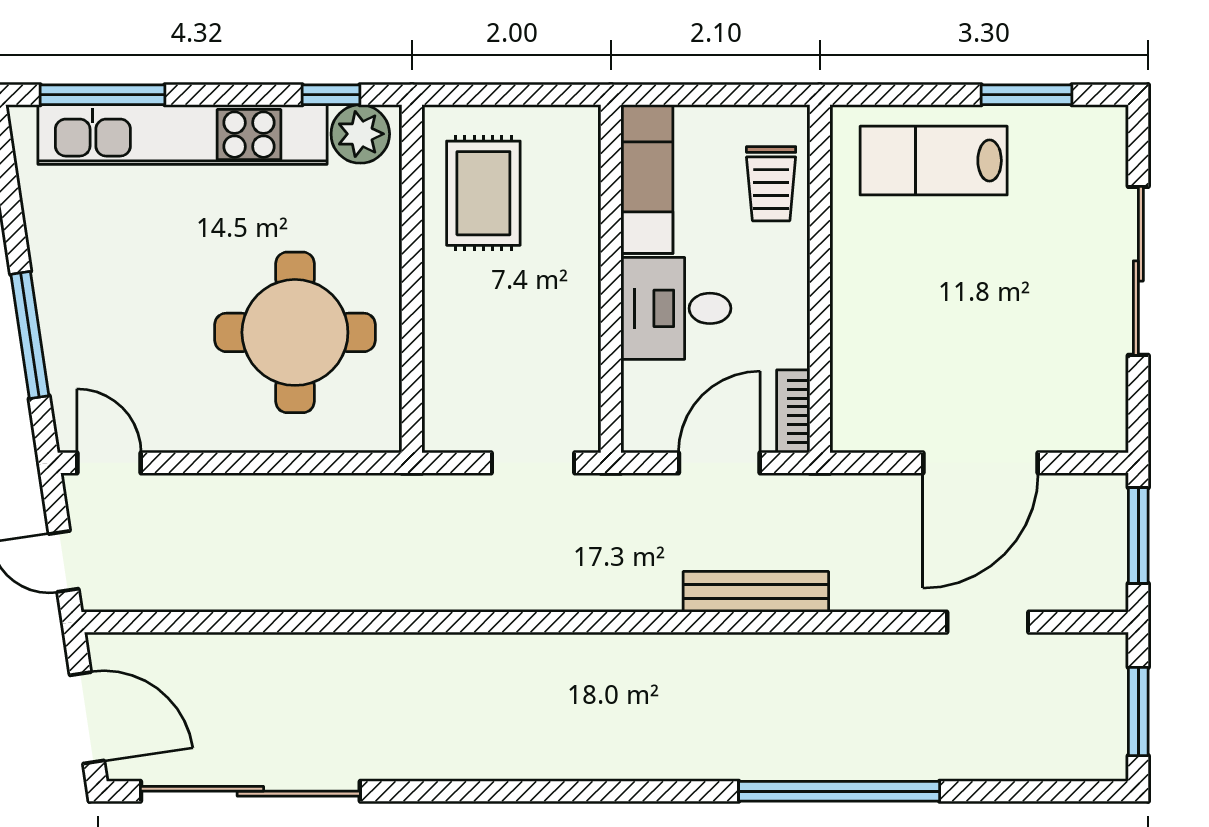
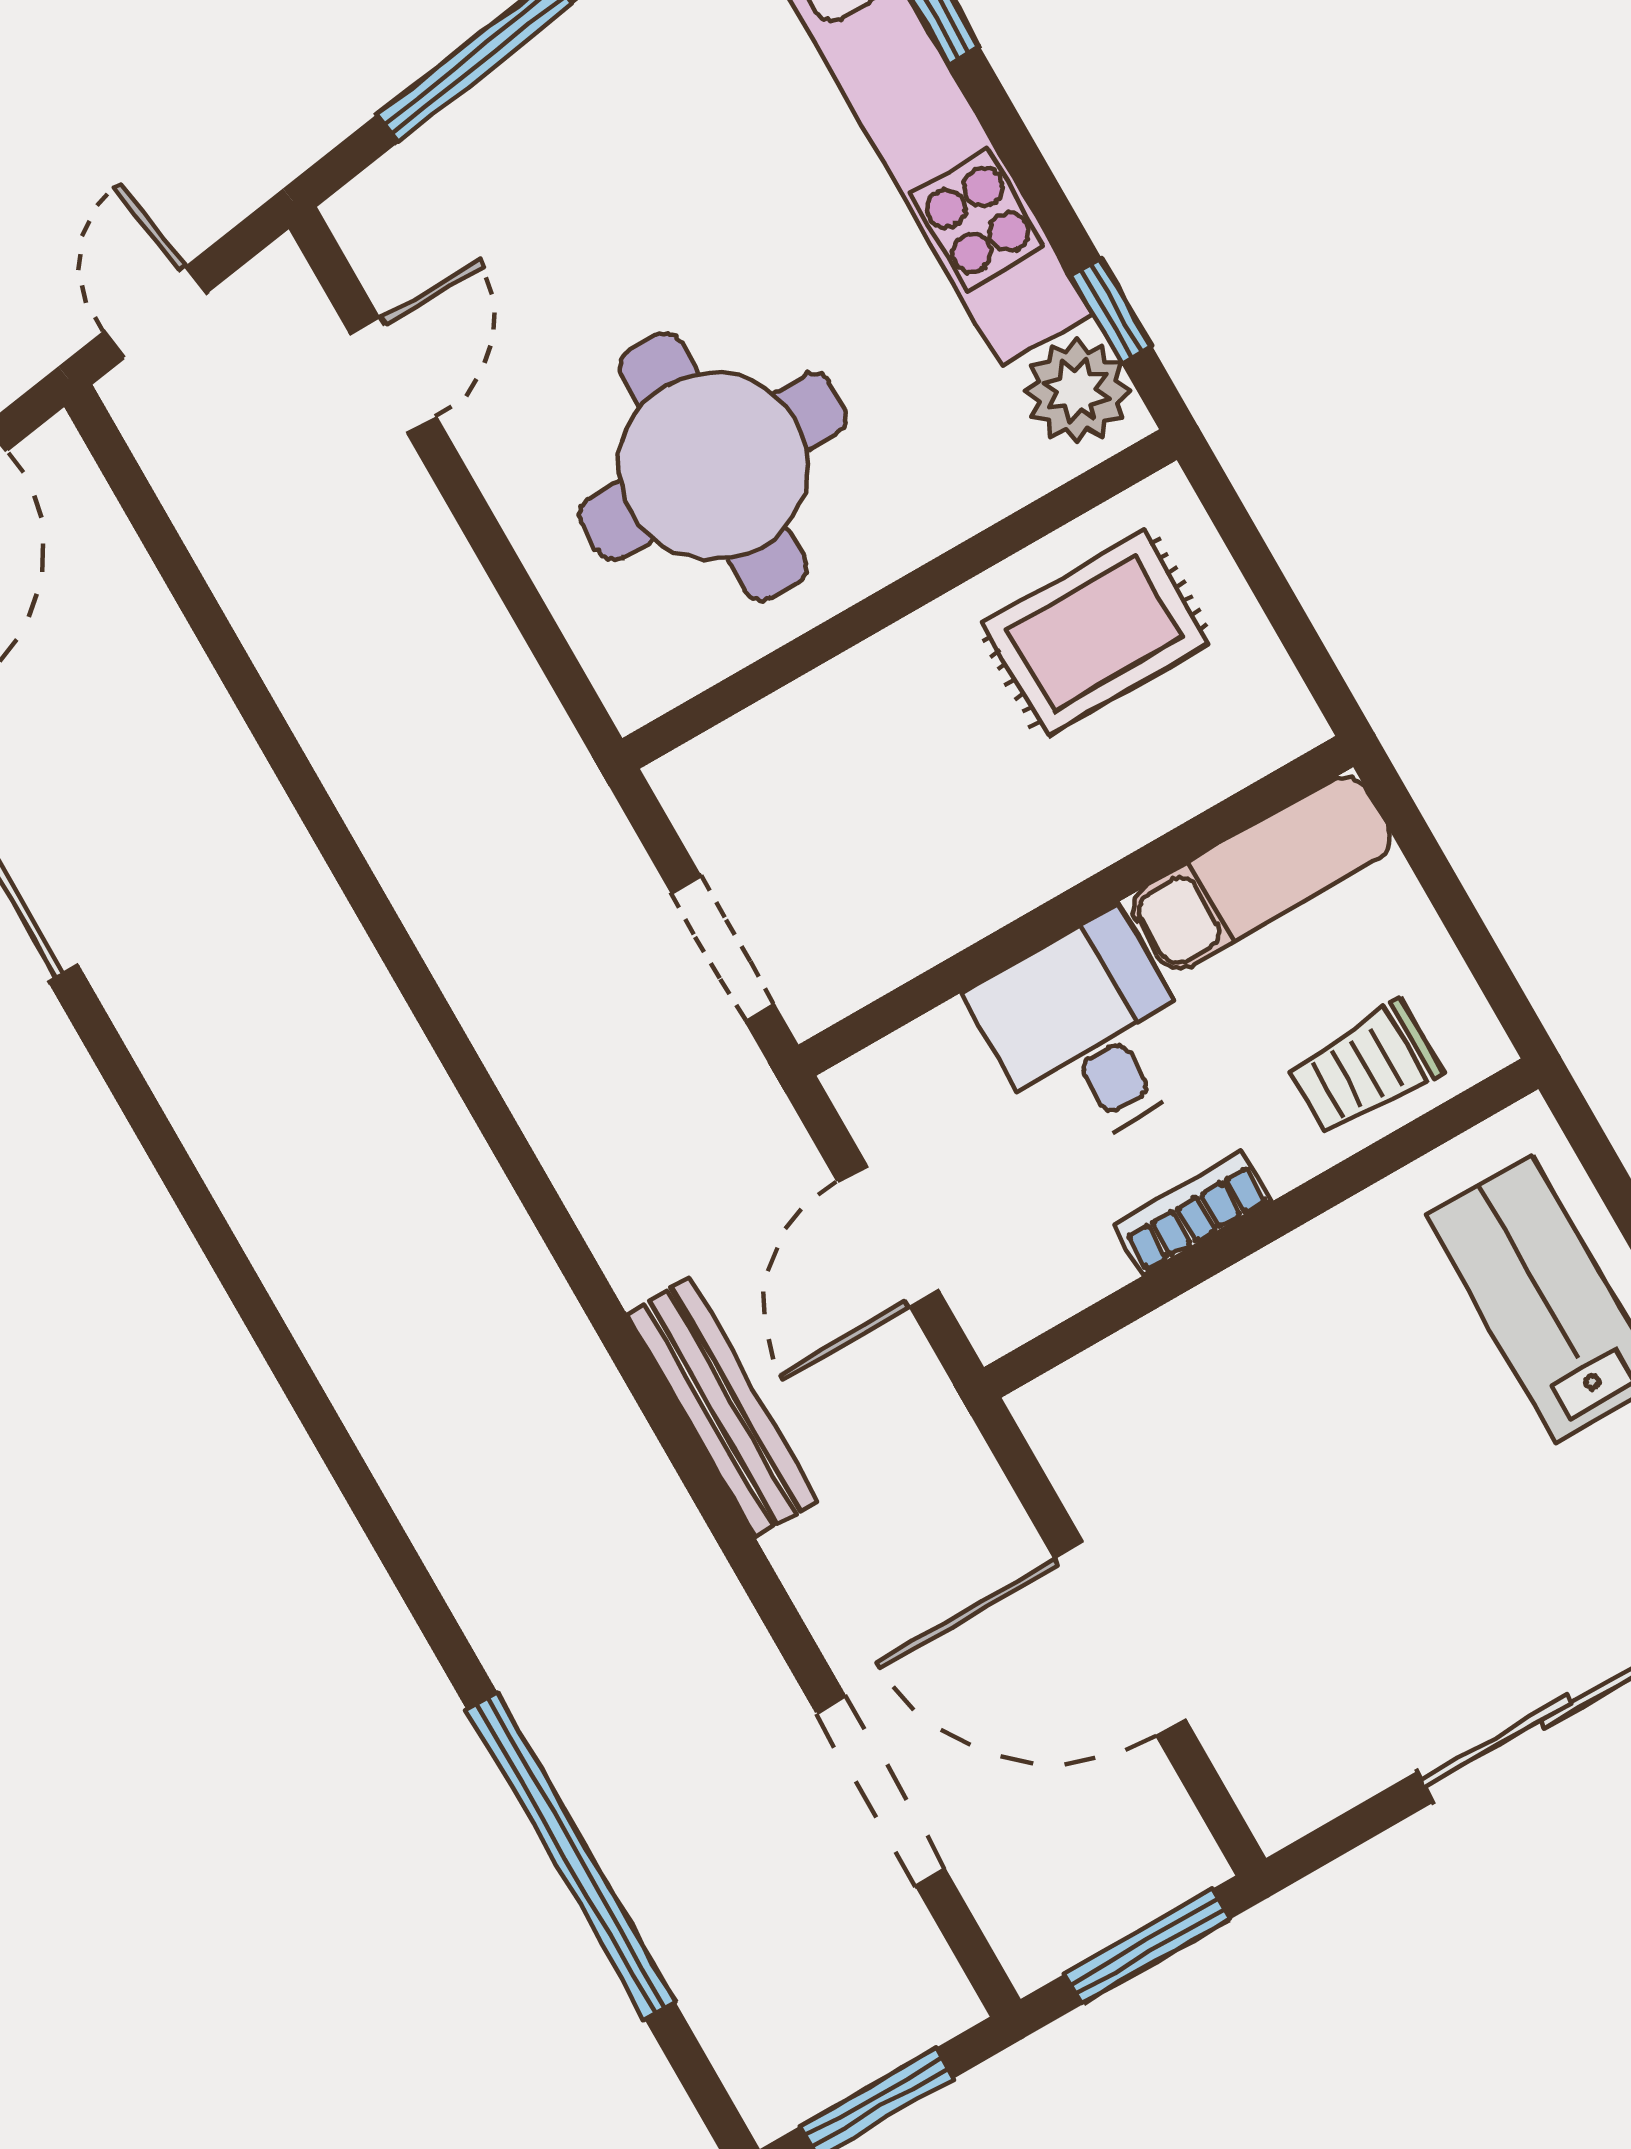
bookcase: (793, 411) -> (1193, 1213), moved
door: (109, 463) -> (393, 376), moved
door: (719, 463) -> (888, 1236), swing flipped
doorway: (988, 622) -> (881, 1791), width x1.38
window: (839, 791) -> (571, 1856), moved

